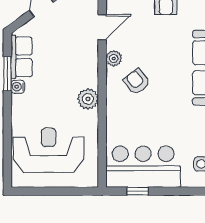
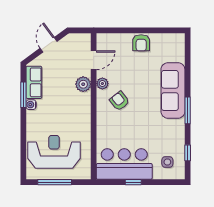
plant: (88, 99) -> (83, 84), moved
window: (50, 191) -> (55, 182), added
window: (138, 191) -> (133, 182), moved

